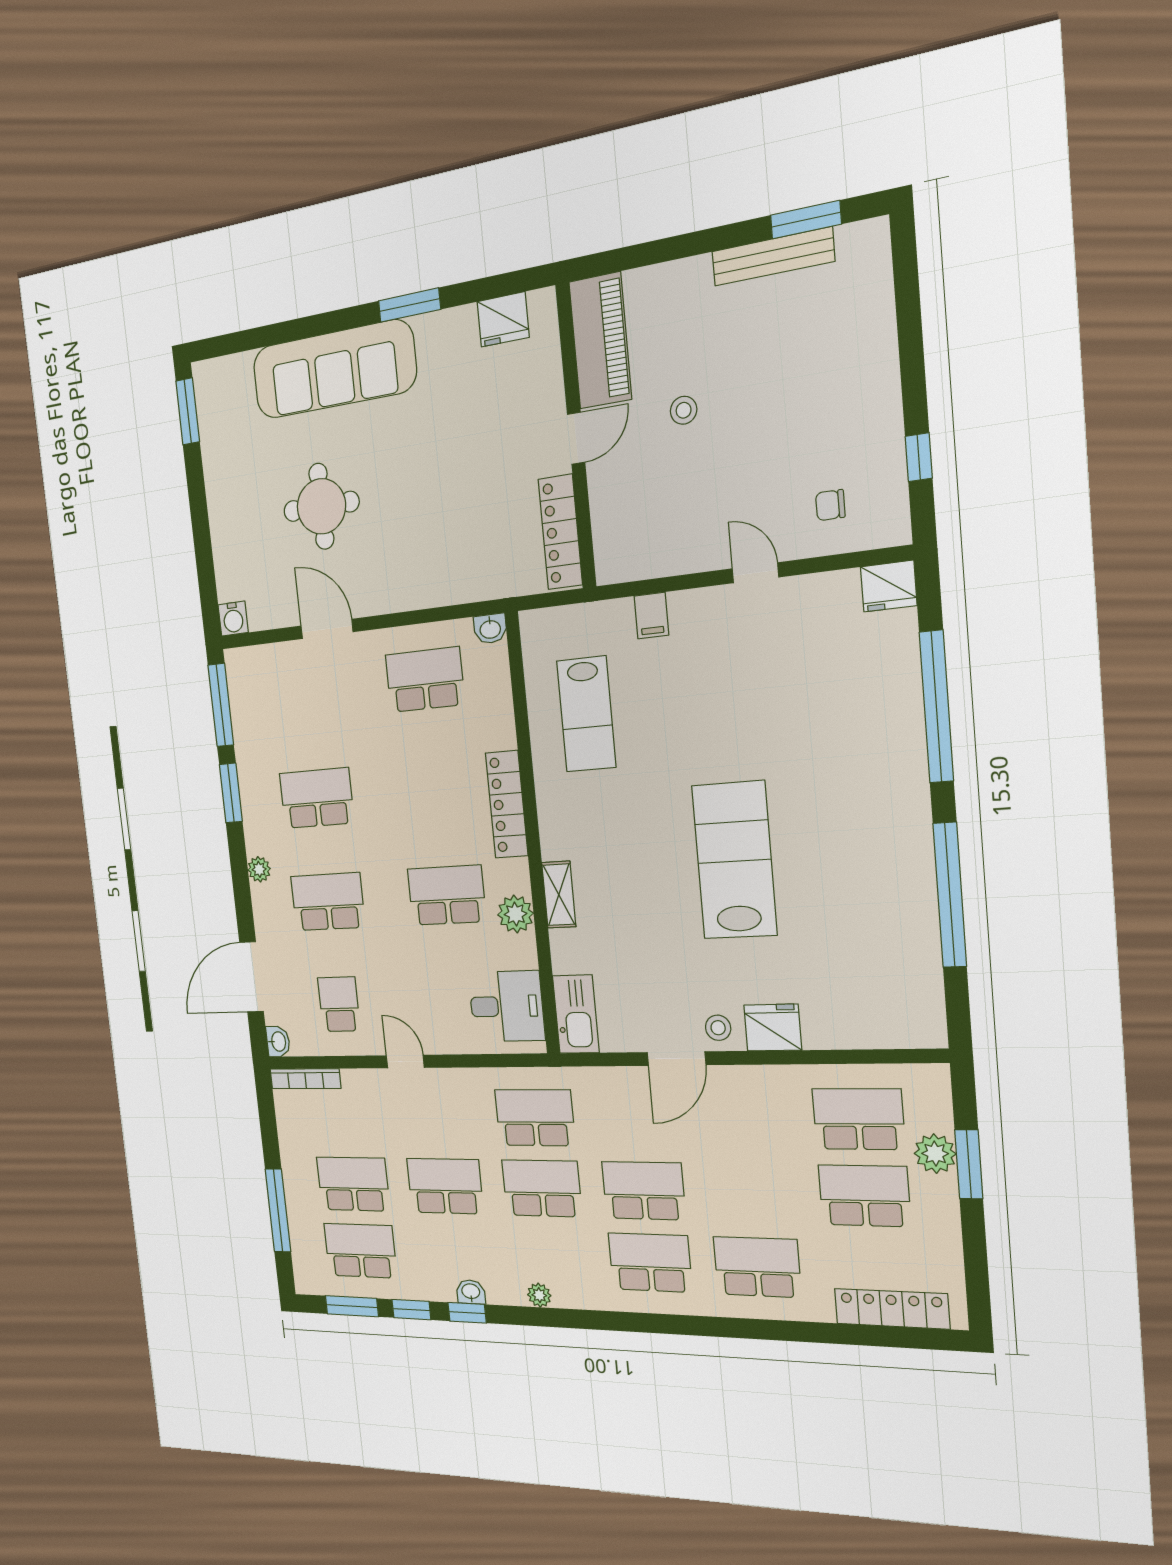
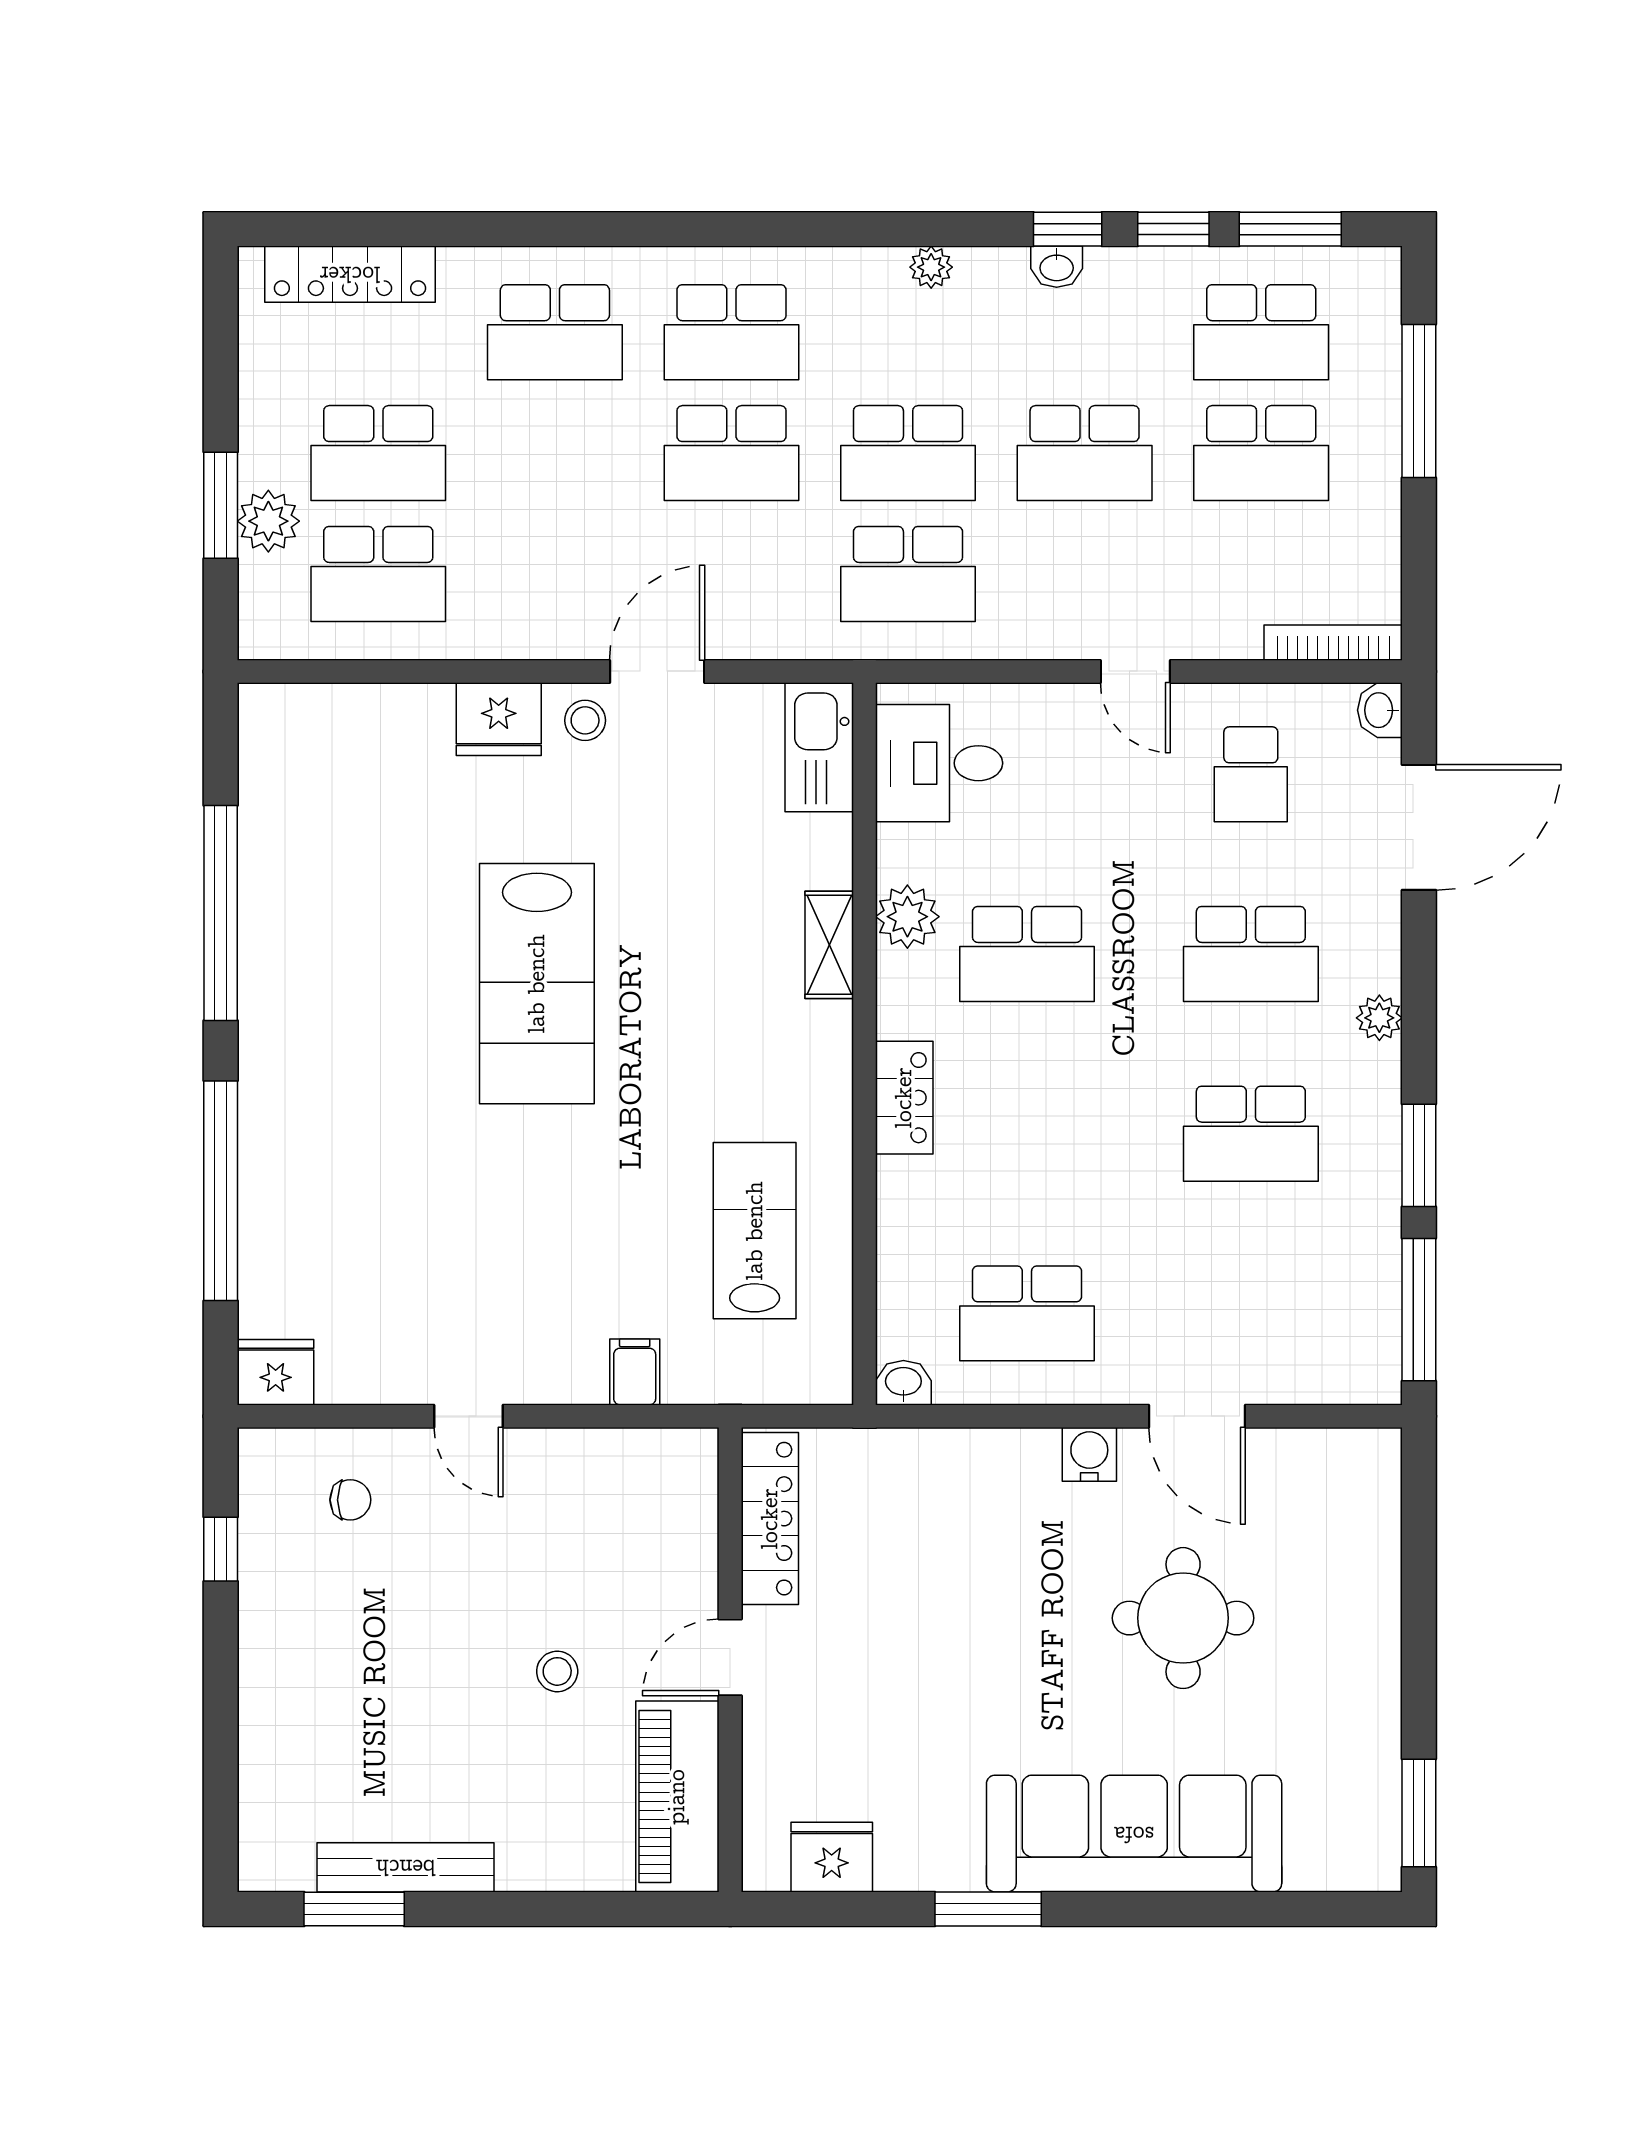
water cooler: (233, 619) -> (1089, 1454), moved
locker: (507, 804) -> (904, 1098), width x0.66

